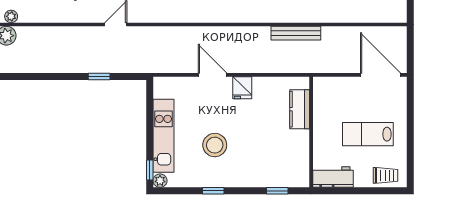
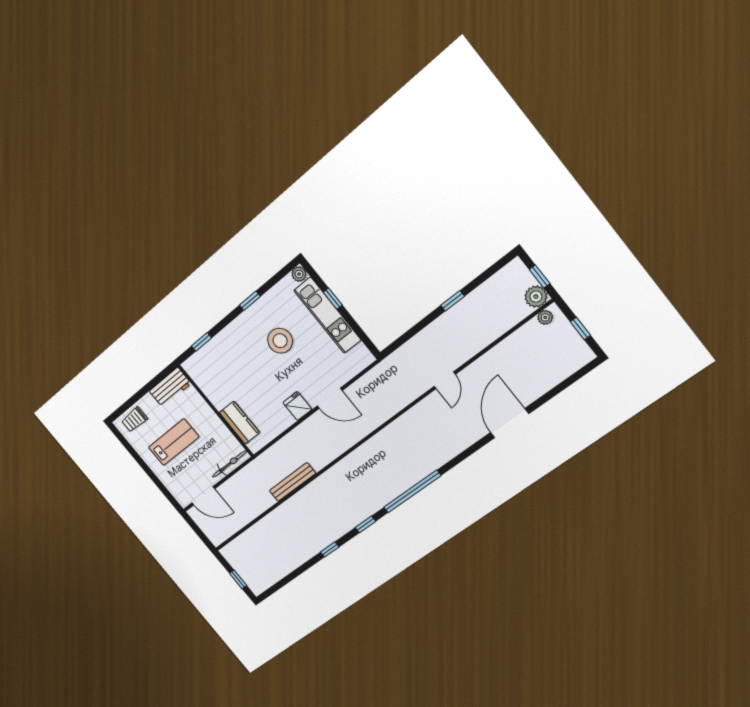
door: (380, 75) -> (203, 496), width x0.73
window: (99, 77) -> (453, 301), moved
bicycle: (336, 84) -> (229, 464), added
window: (150, 170) -> (333, 299), moved

